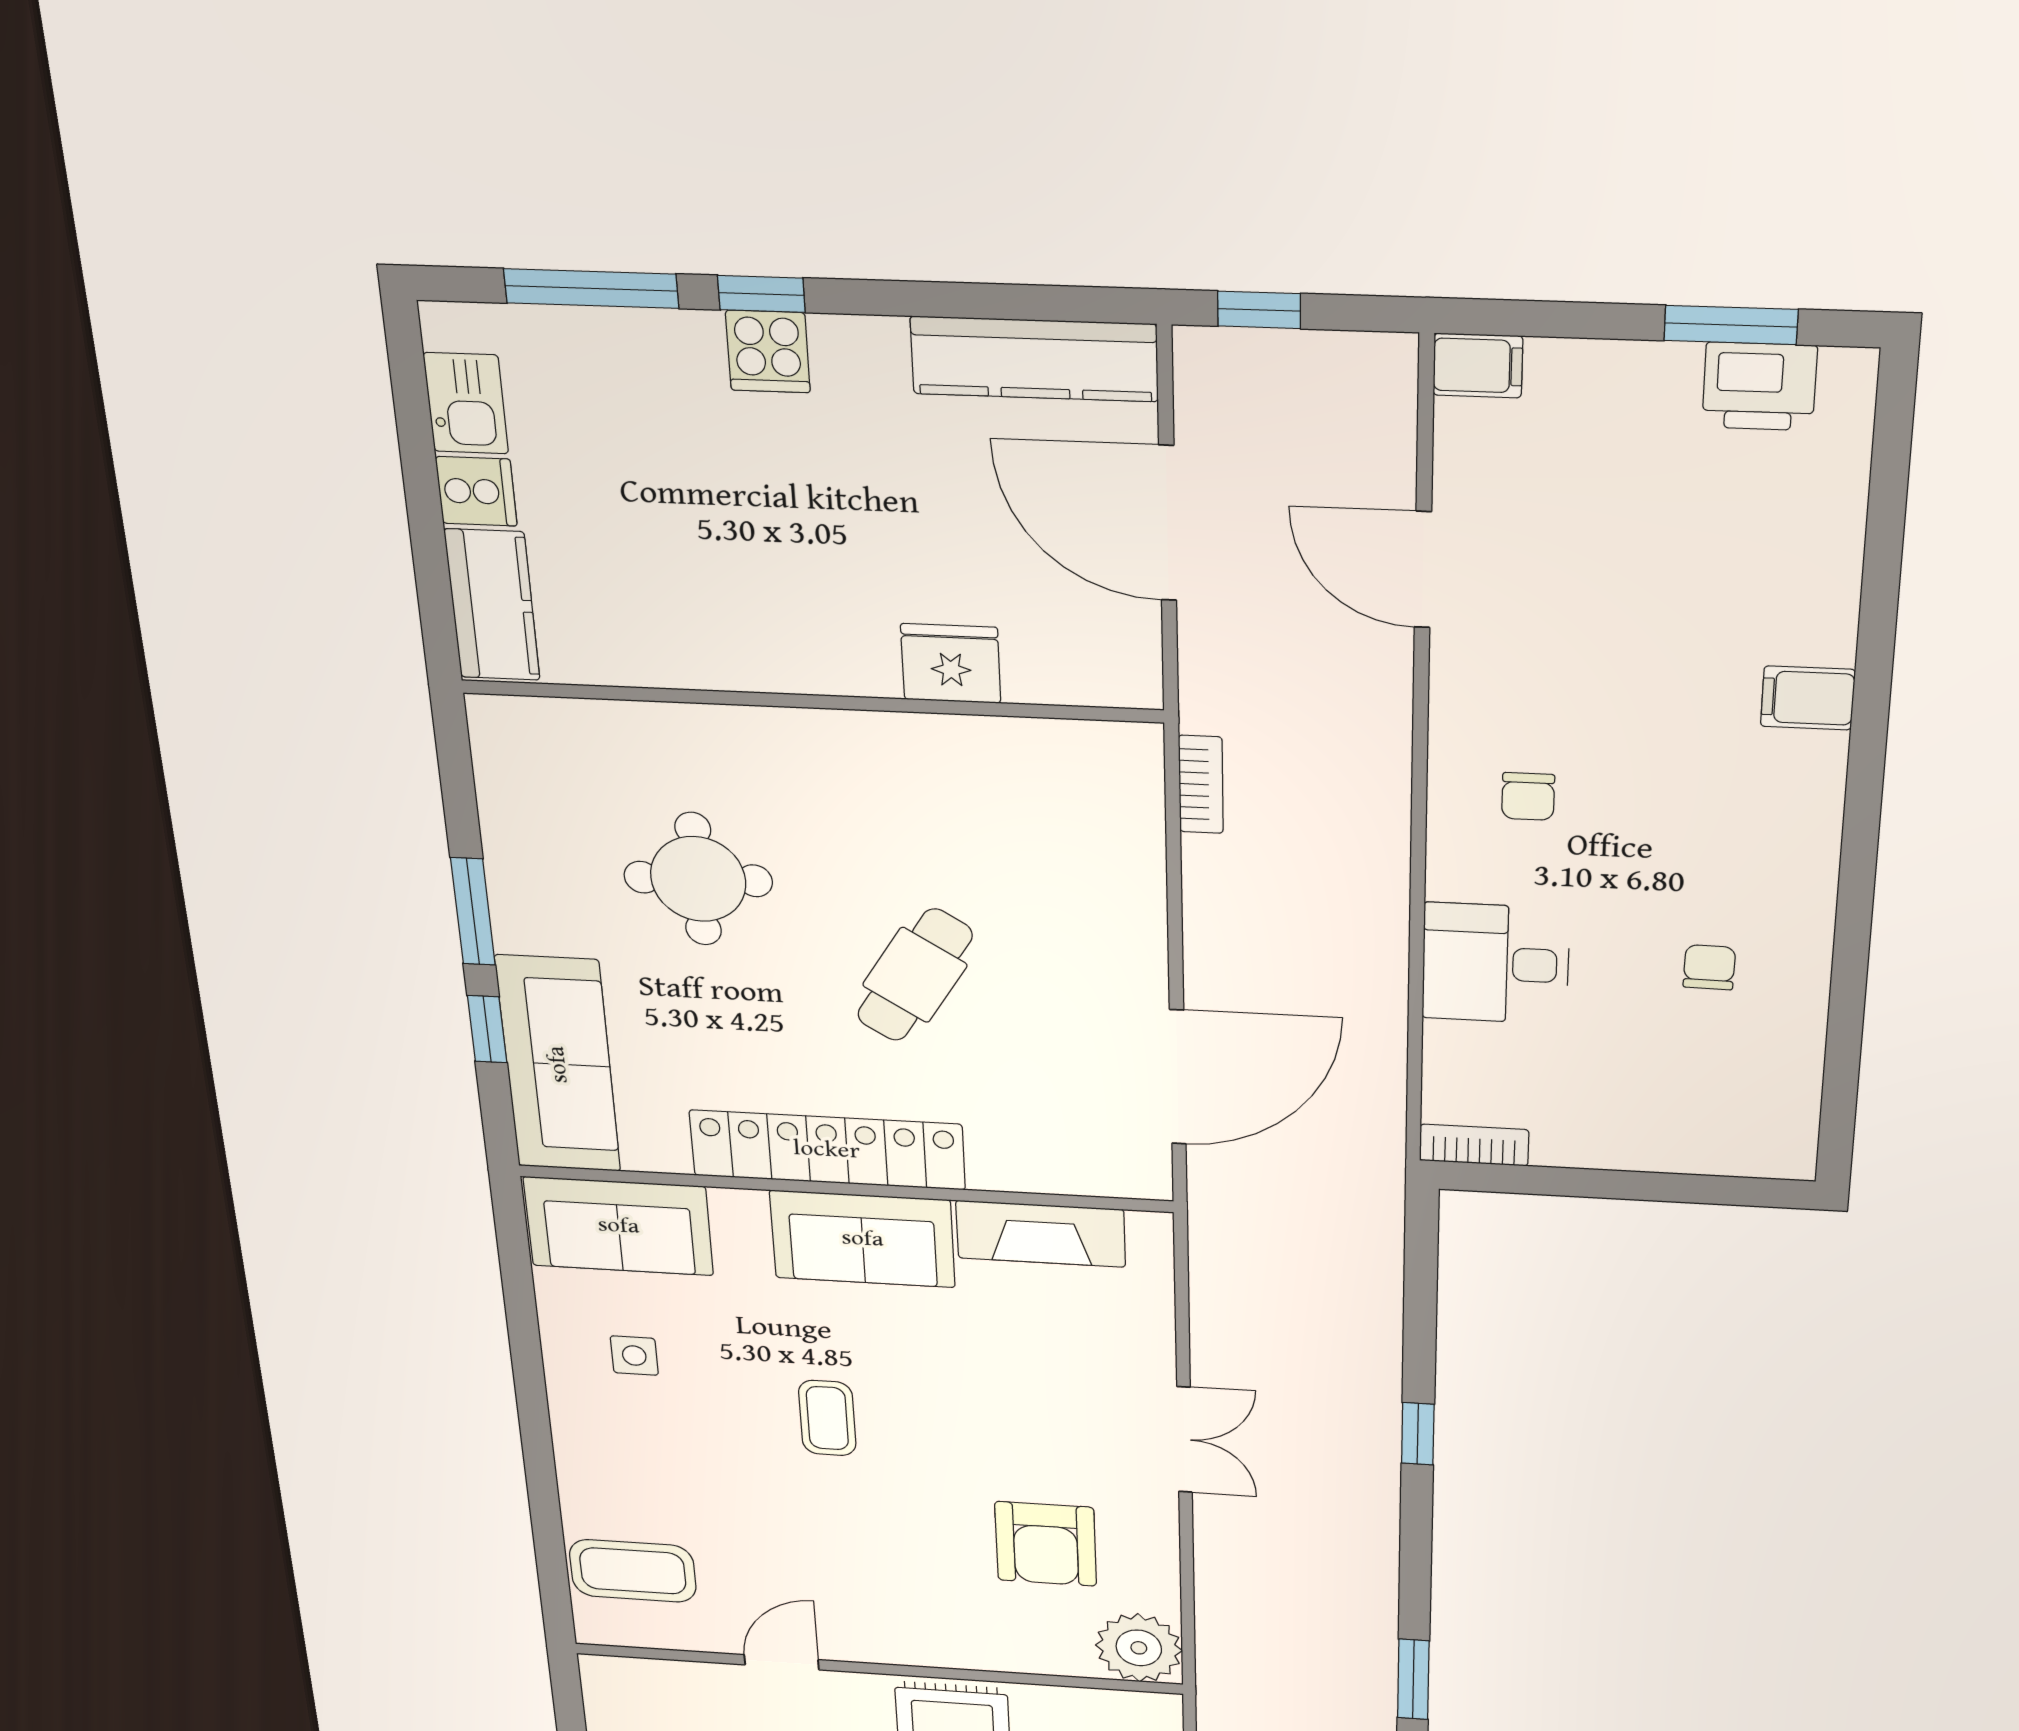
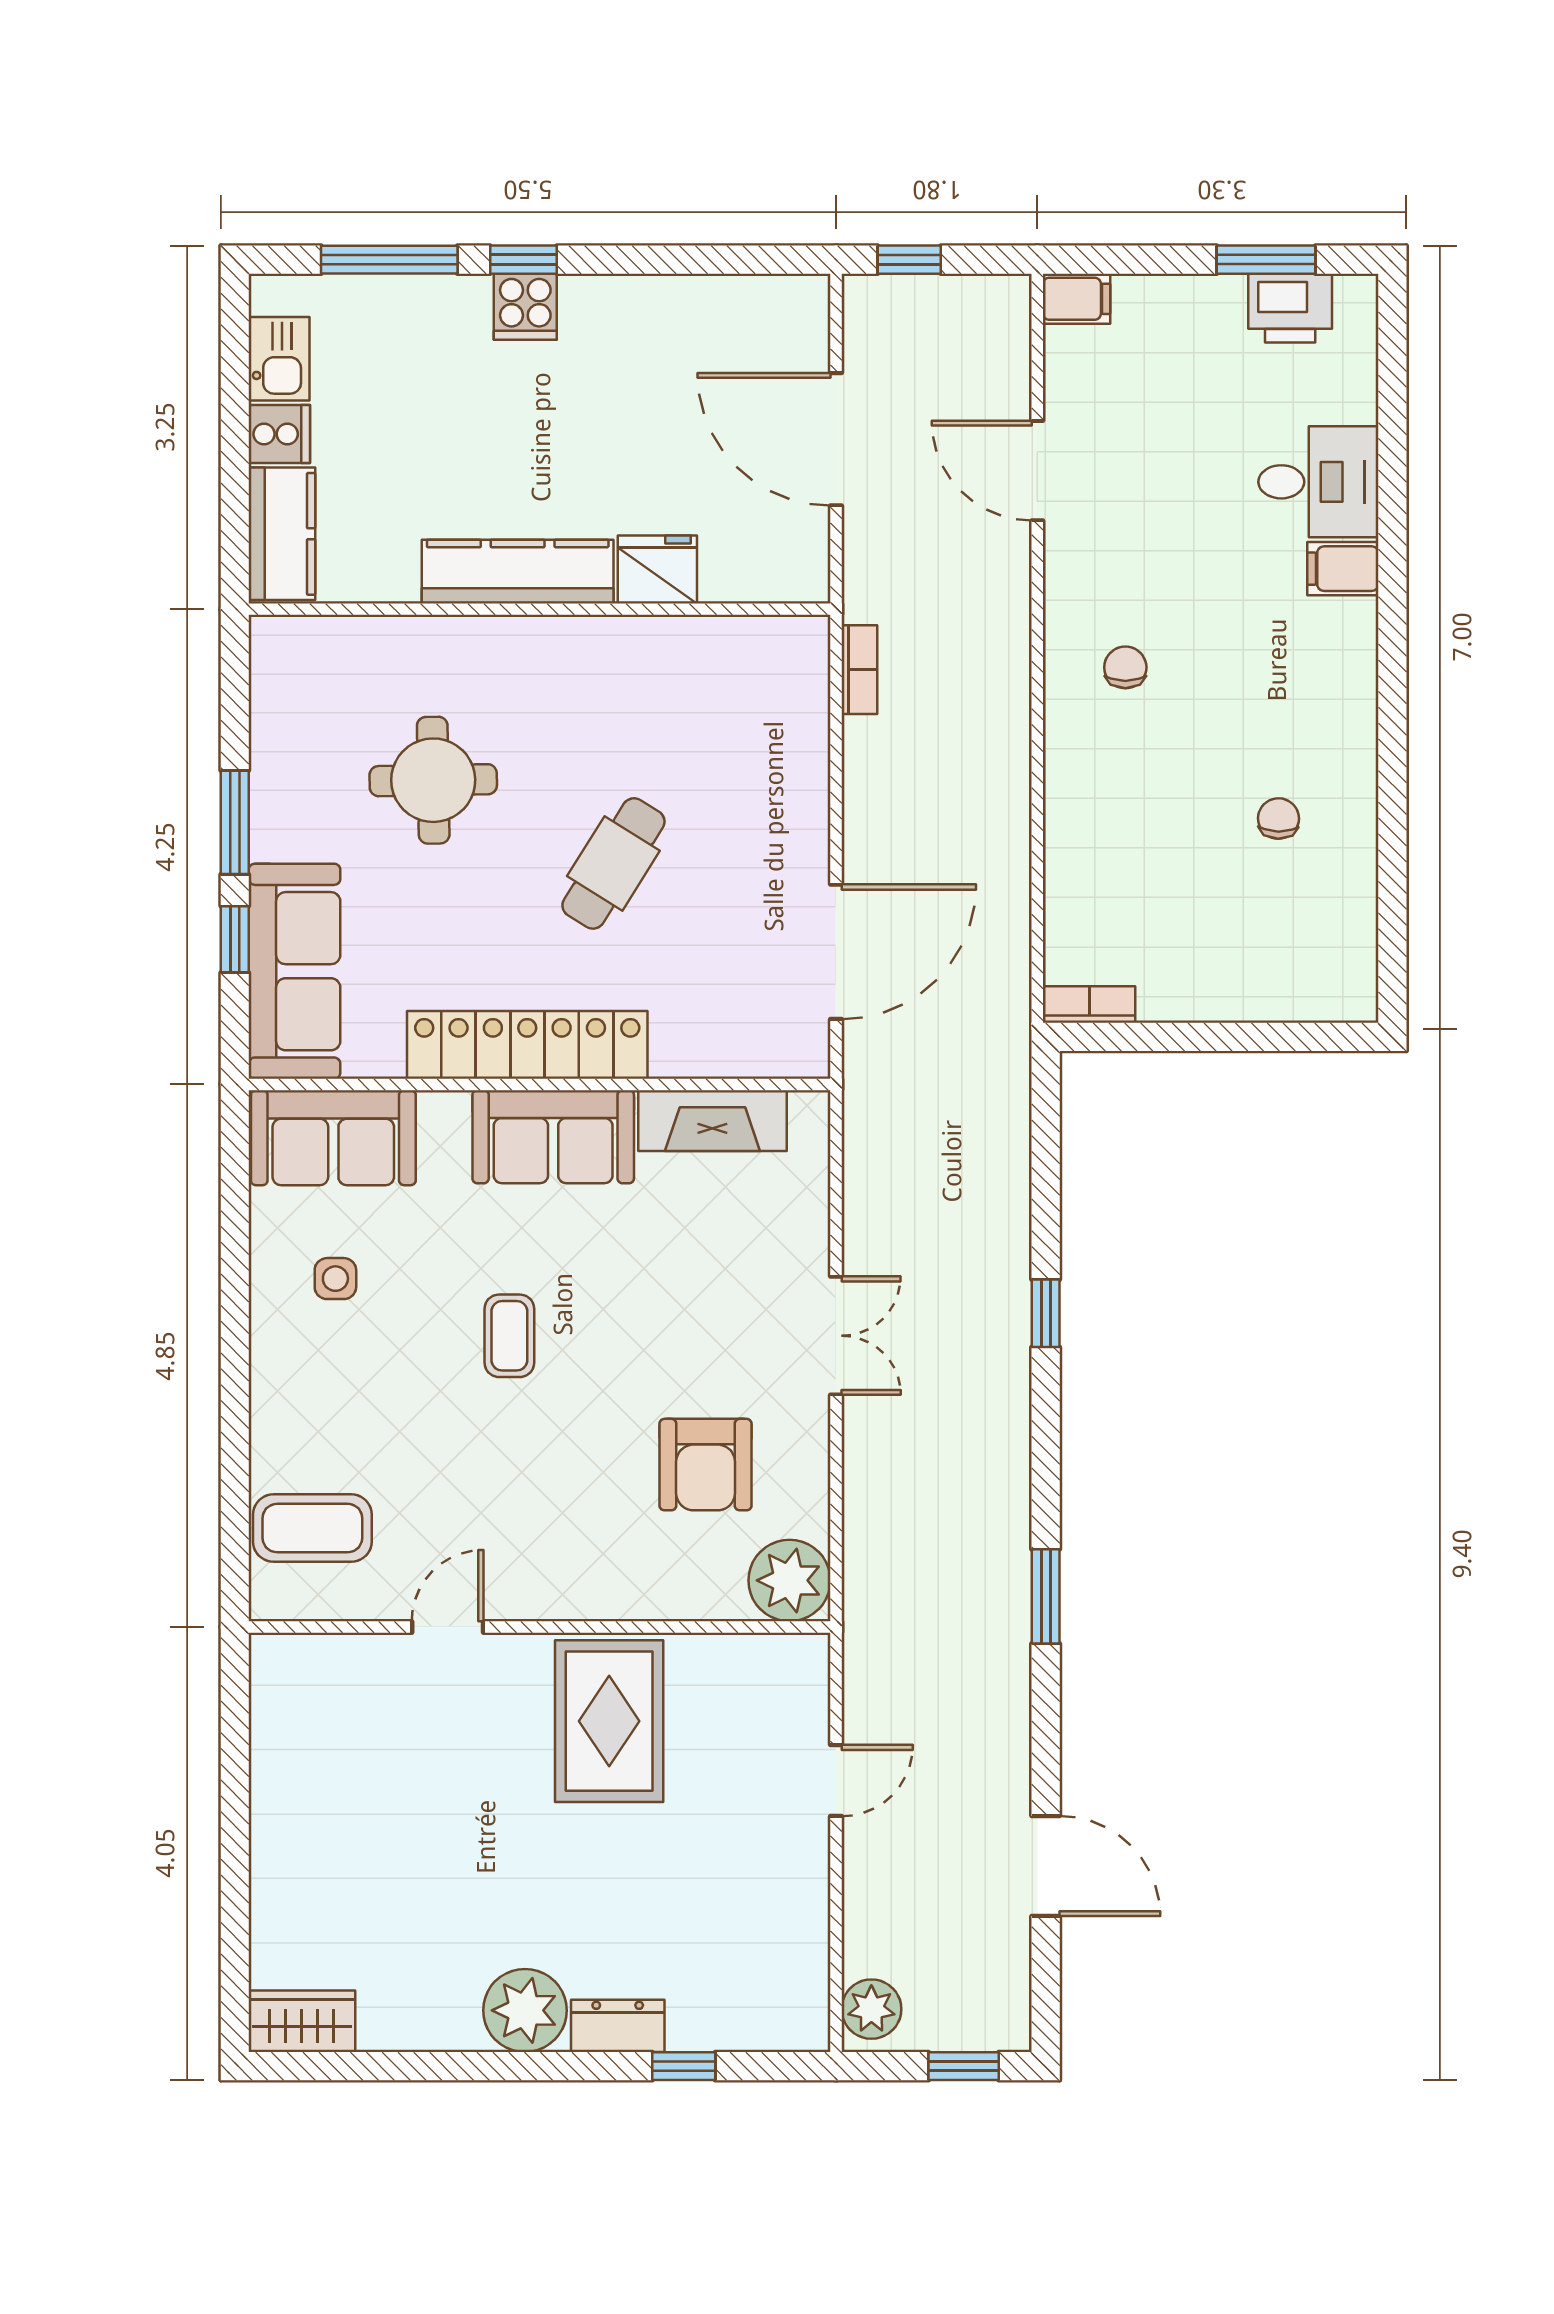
kitchen counter: (1034, 359) -> (518, 572), moved, turned 180
chair: (1528, 796) -> (1125, 667), turned 180
desk: (1495, 964) -> (1318, 482), moved, turned 180

